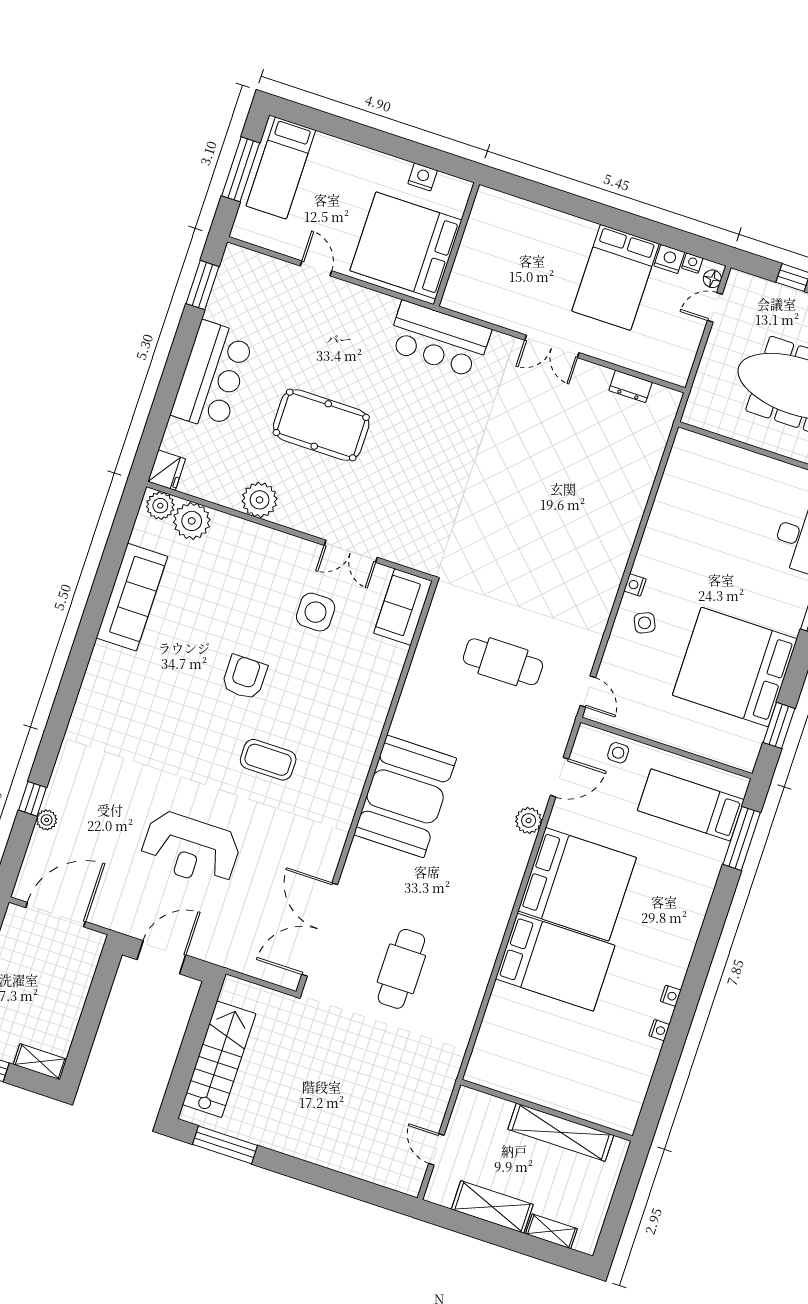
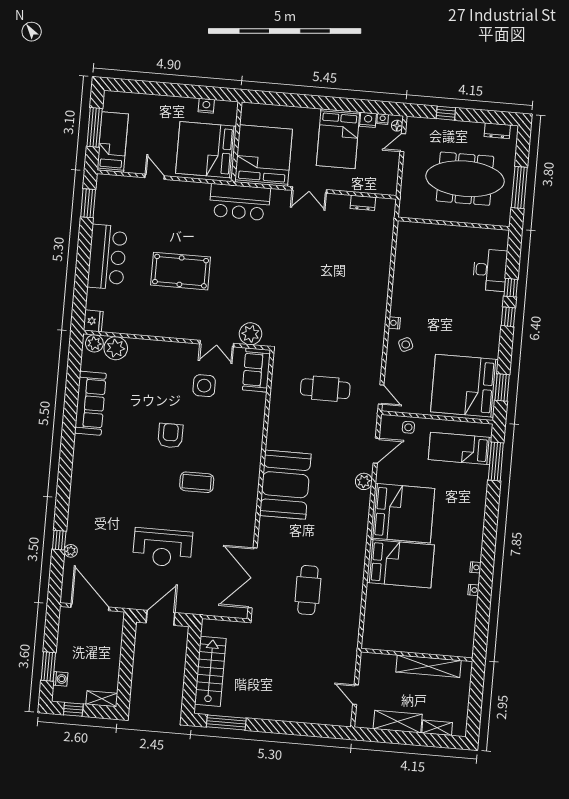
bed: (281, 168) -> (113, 142), moved, turned 180
bed: (493, 276) -> (264, 156), added
plant: (260, 500) -> (250, 334), moved
bed: (735, 667) -> (465, 386), moved
door: (56, 915) -> (90, 607), hinge flipped

